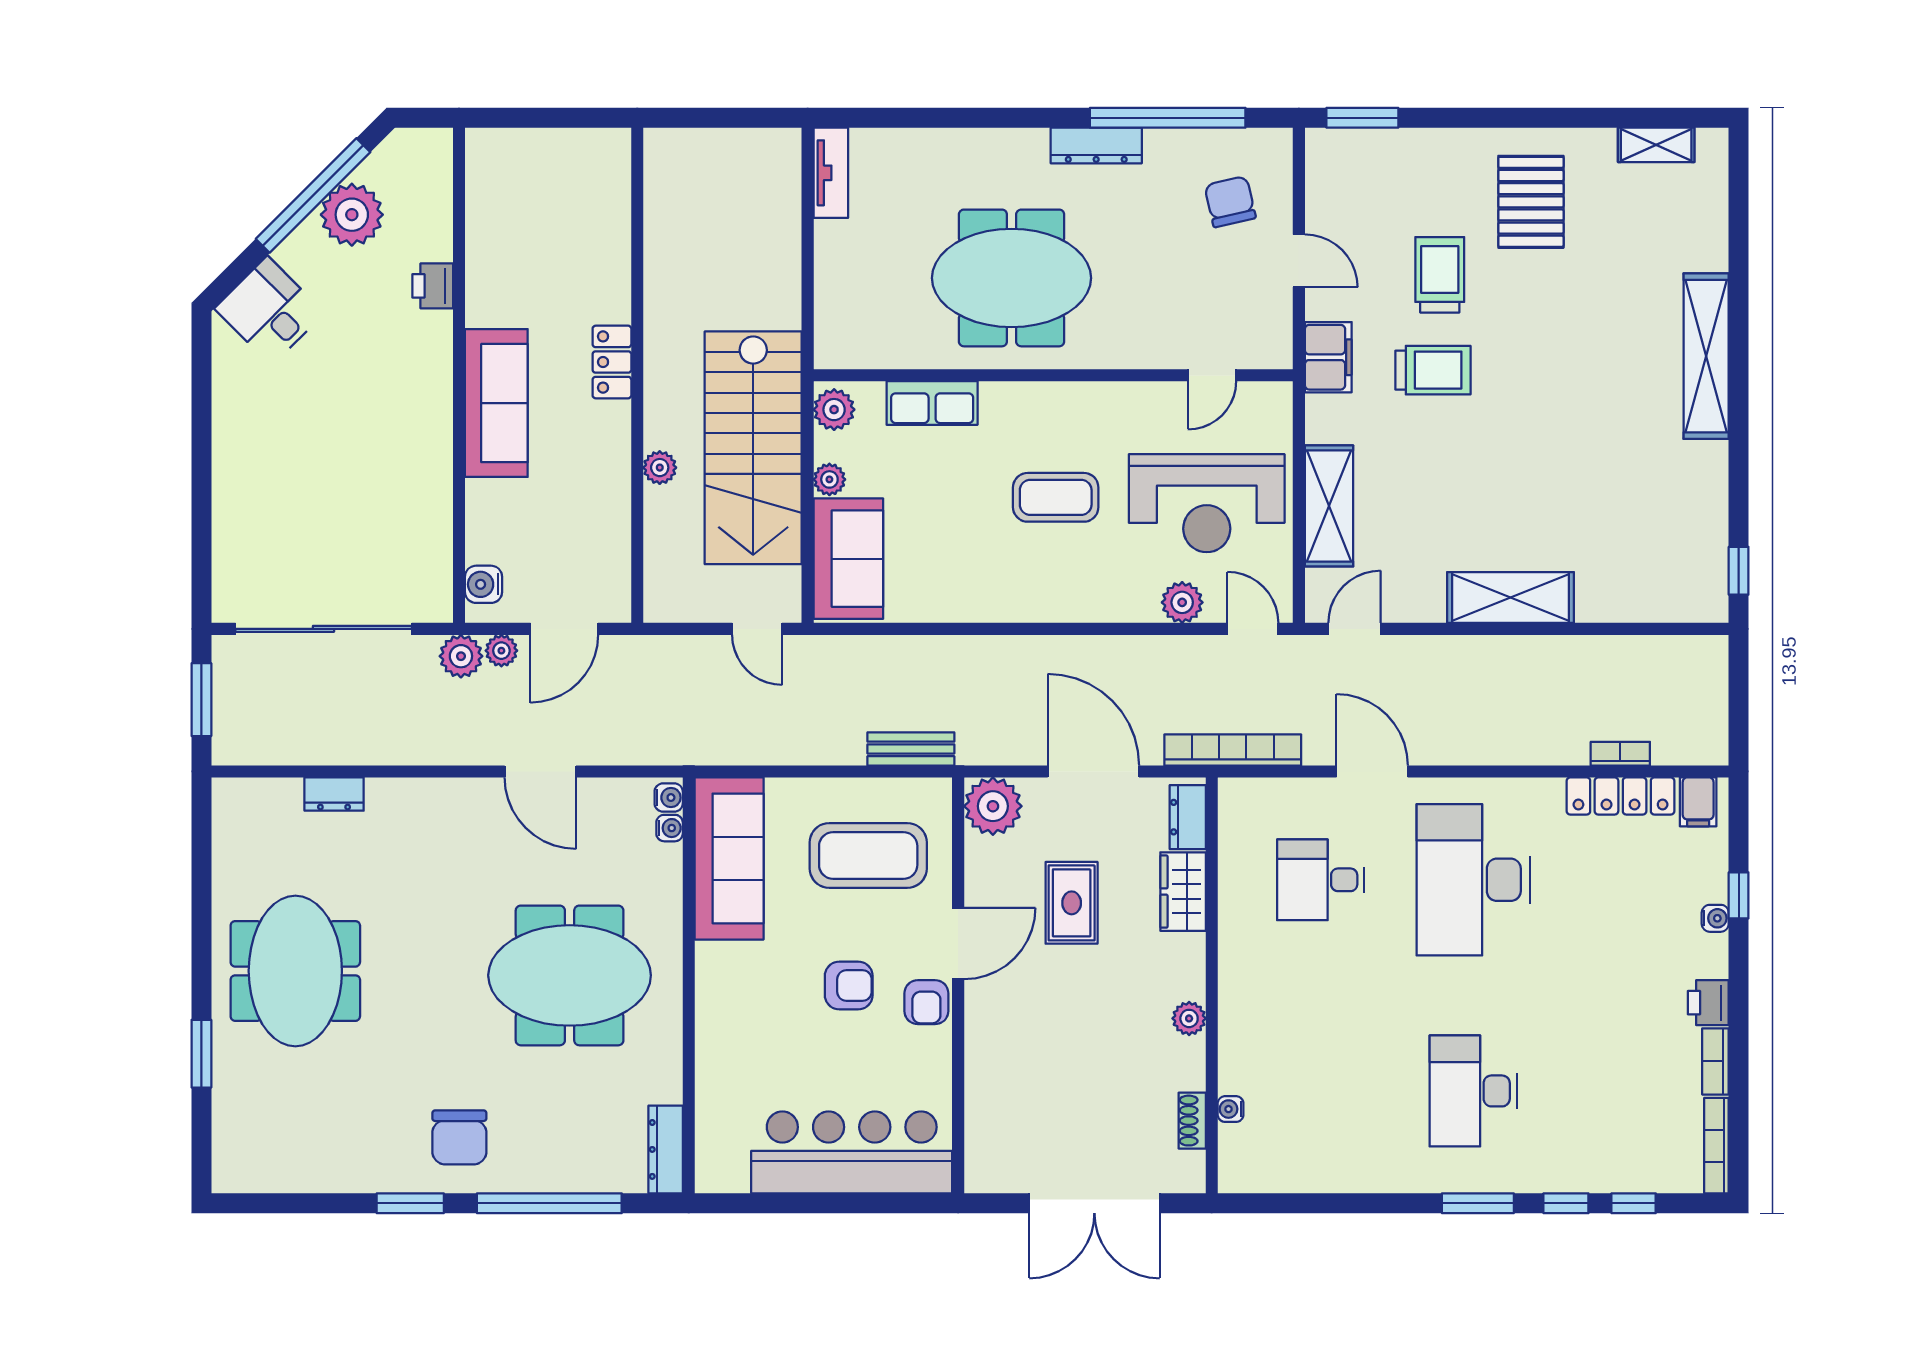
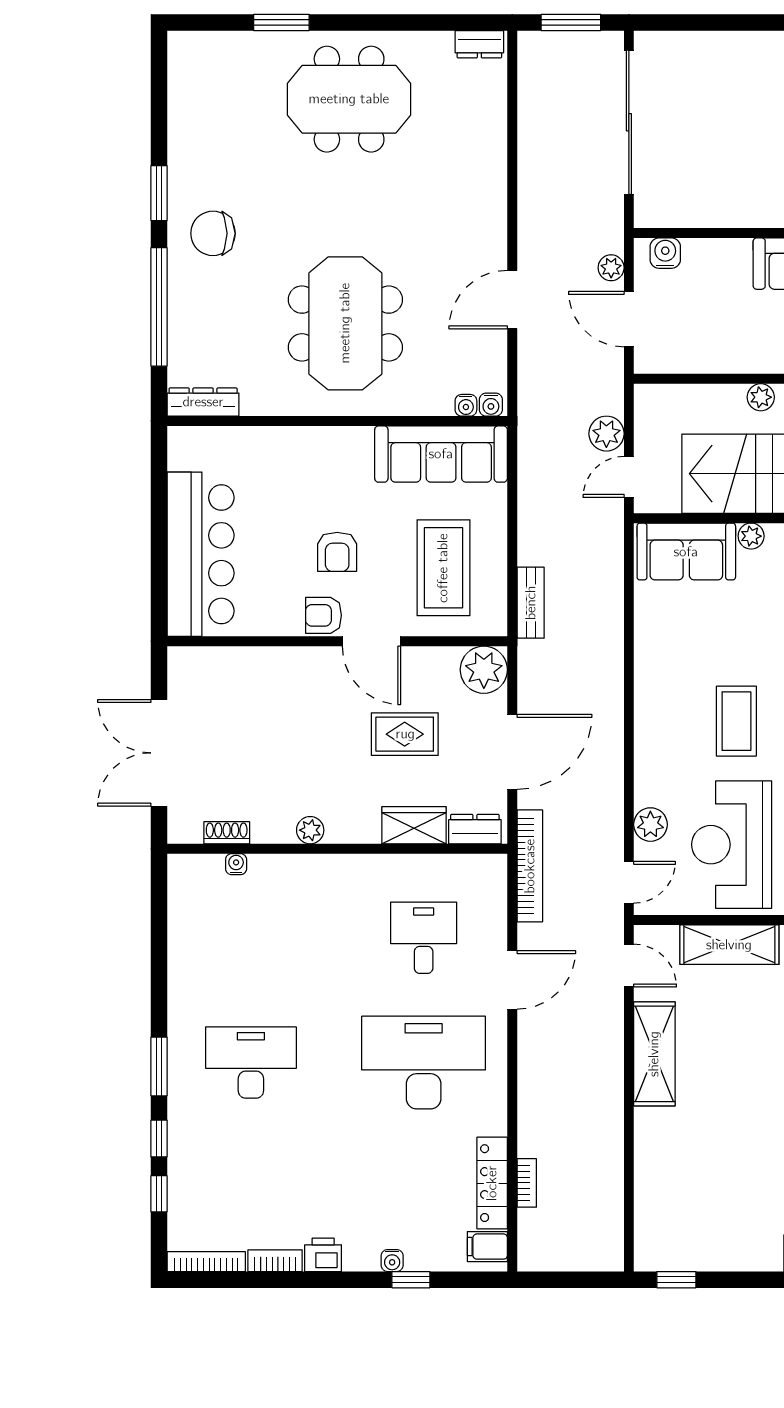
shelving: (1511, 598) -> (654, 1054), moved
plant: (461, 656) -> (606, 434), moved
dresser: (334, 794) -> (479, 44), moved, turned -90

